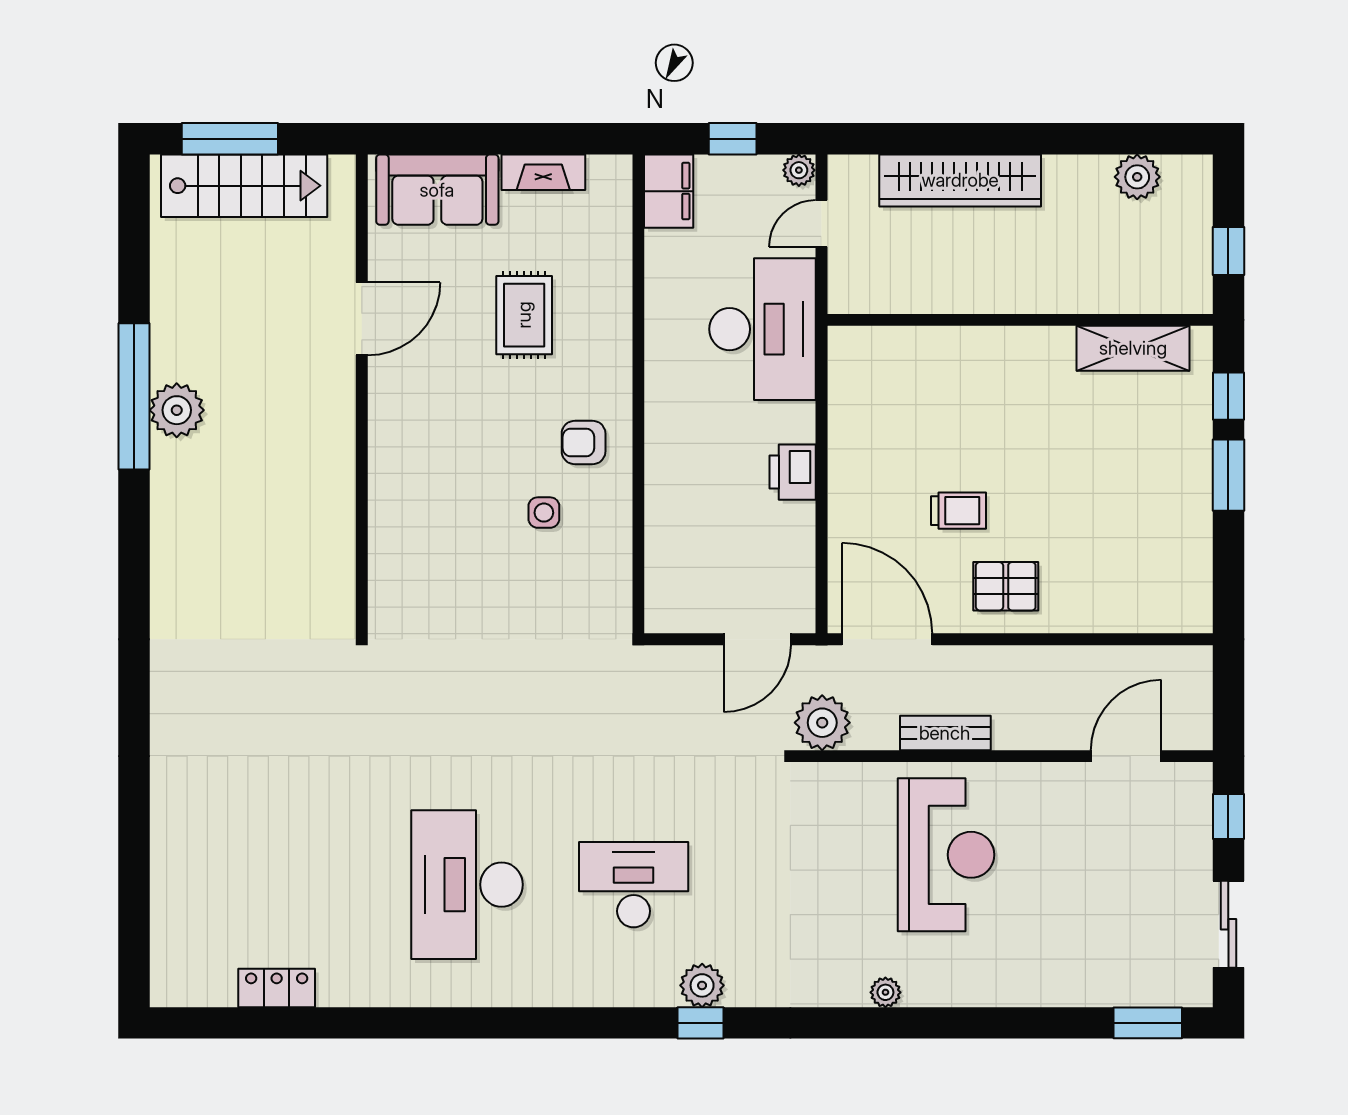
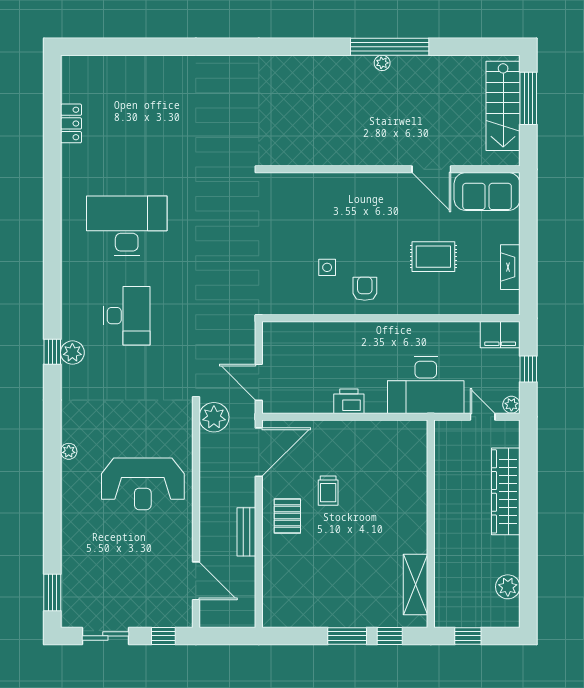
sofa: (437, 190) -> (487, 191), moved, turned -90
plant: (177, 410) -> (382, 63), width x0.53, depth x0.53
bench: (945, 733) -> (246, 532), moved

